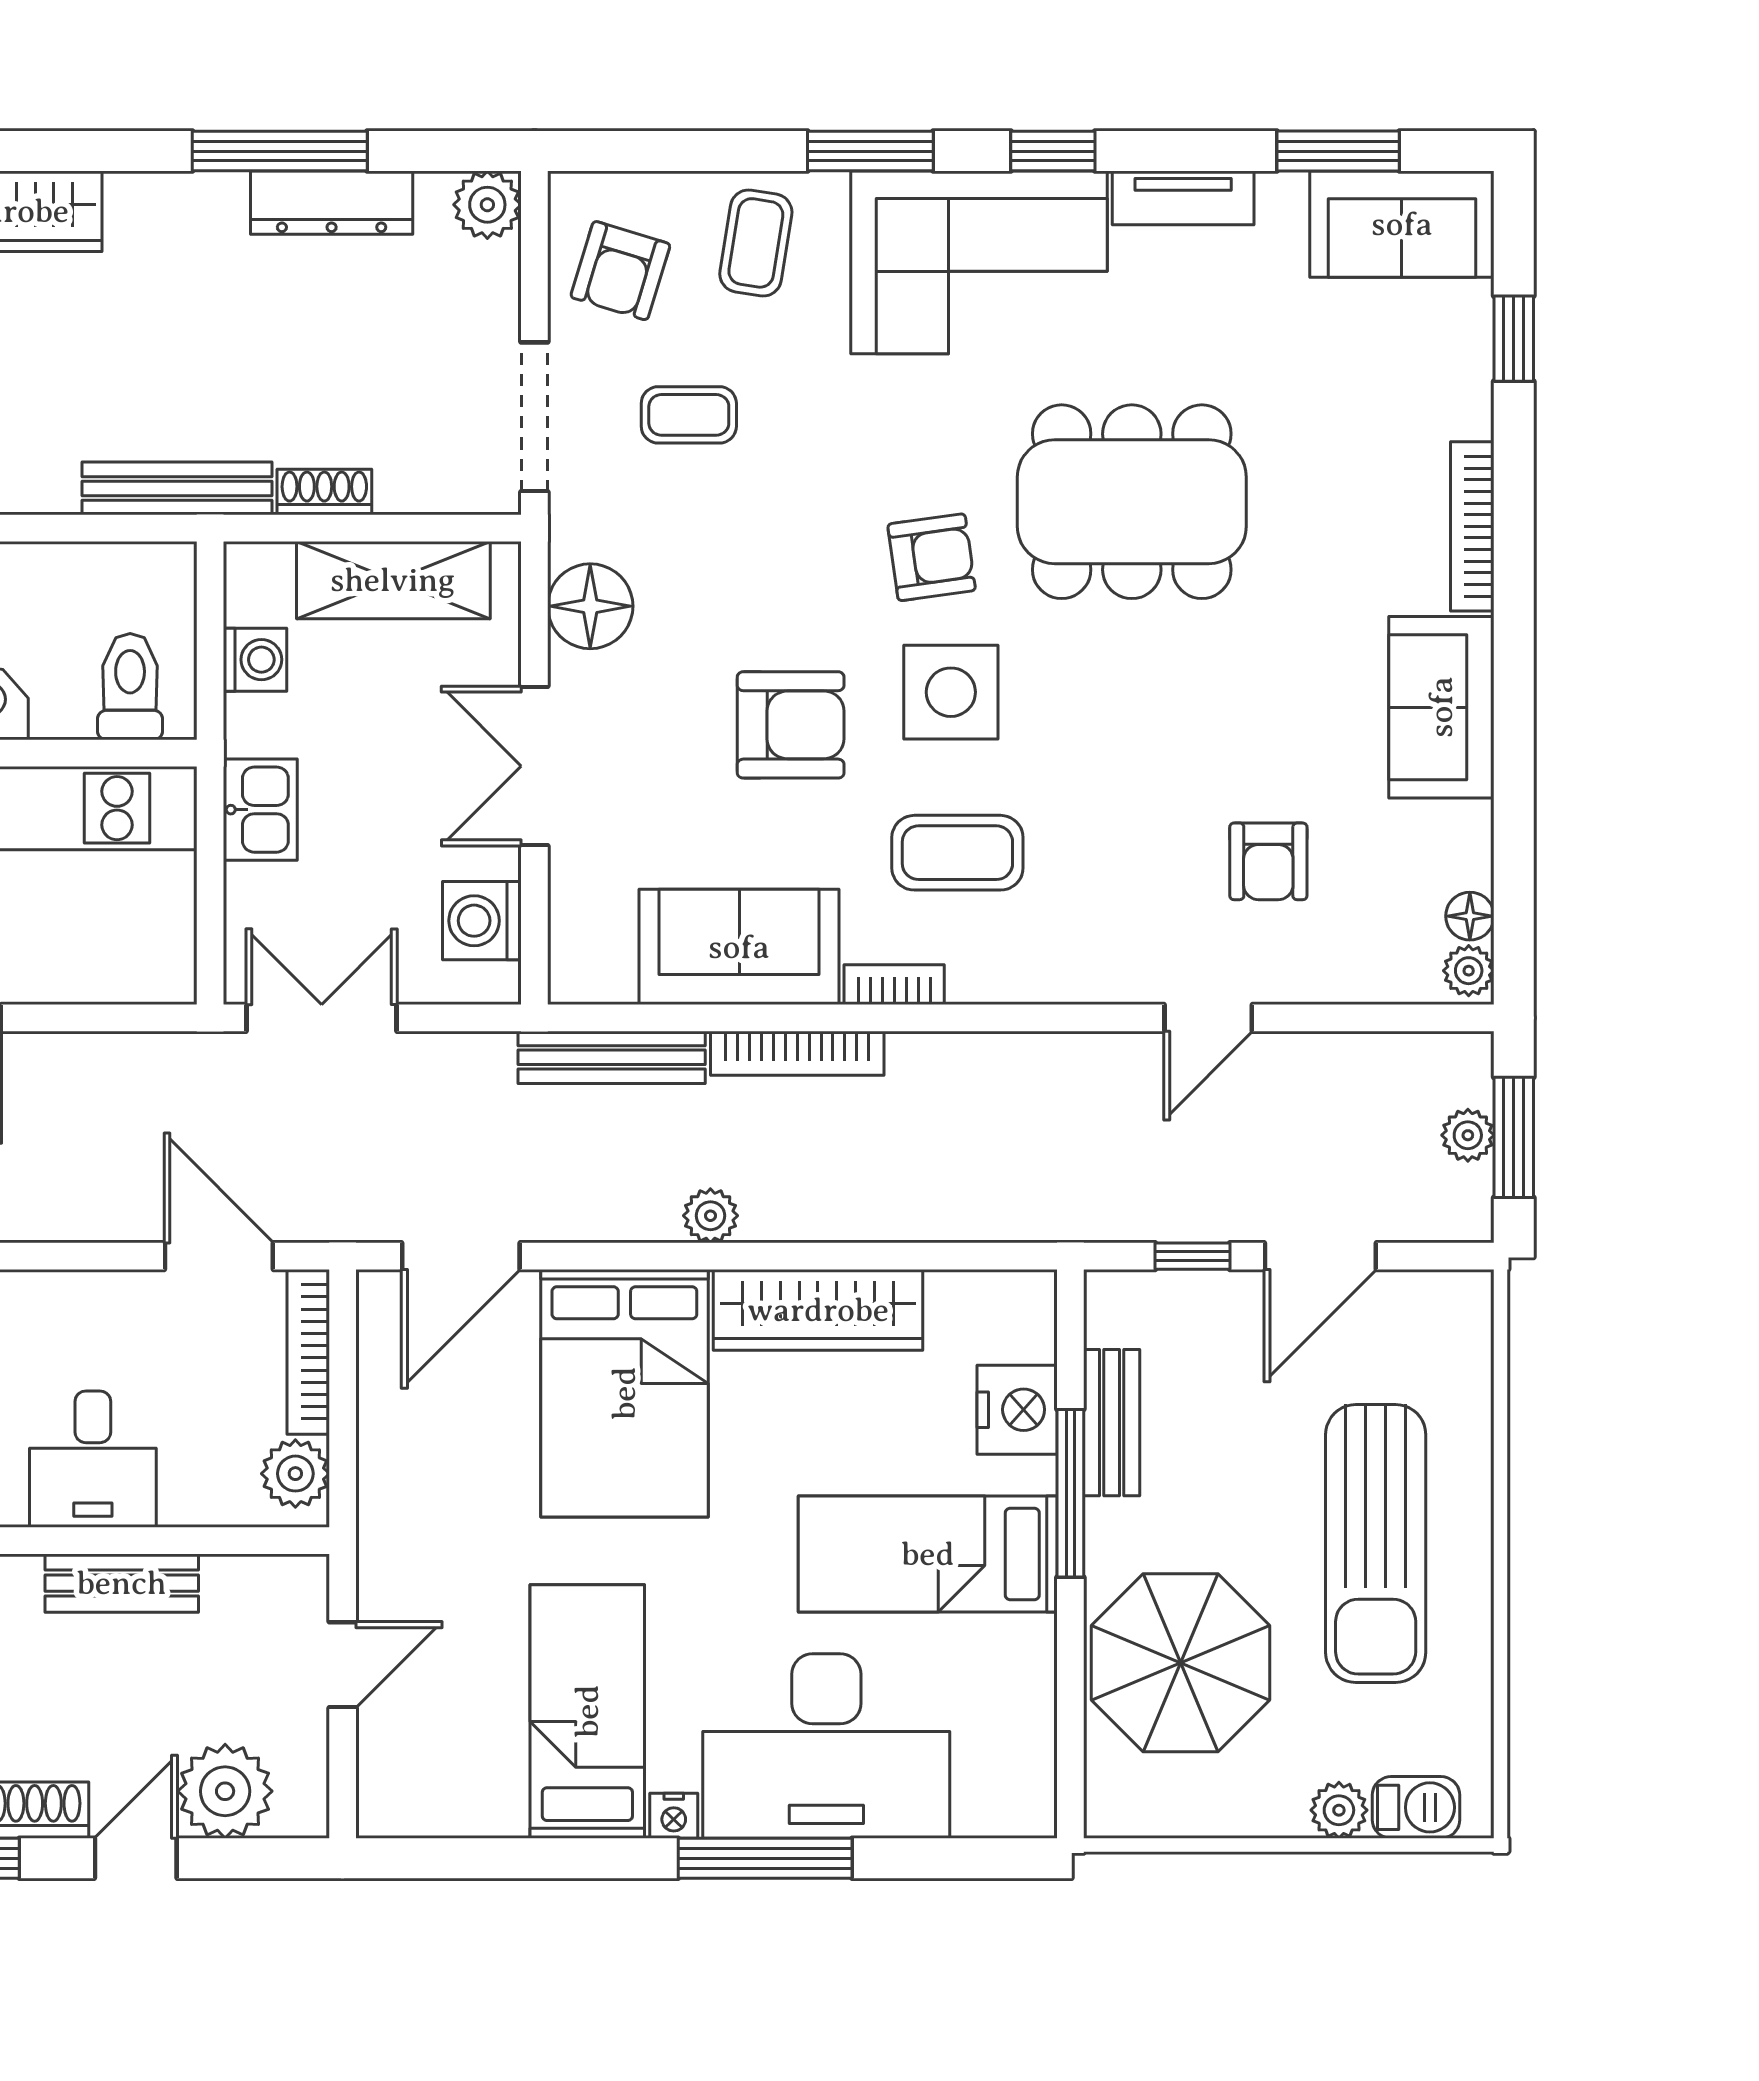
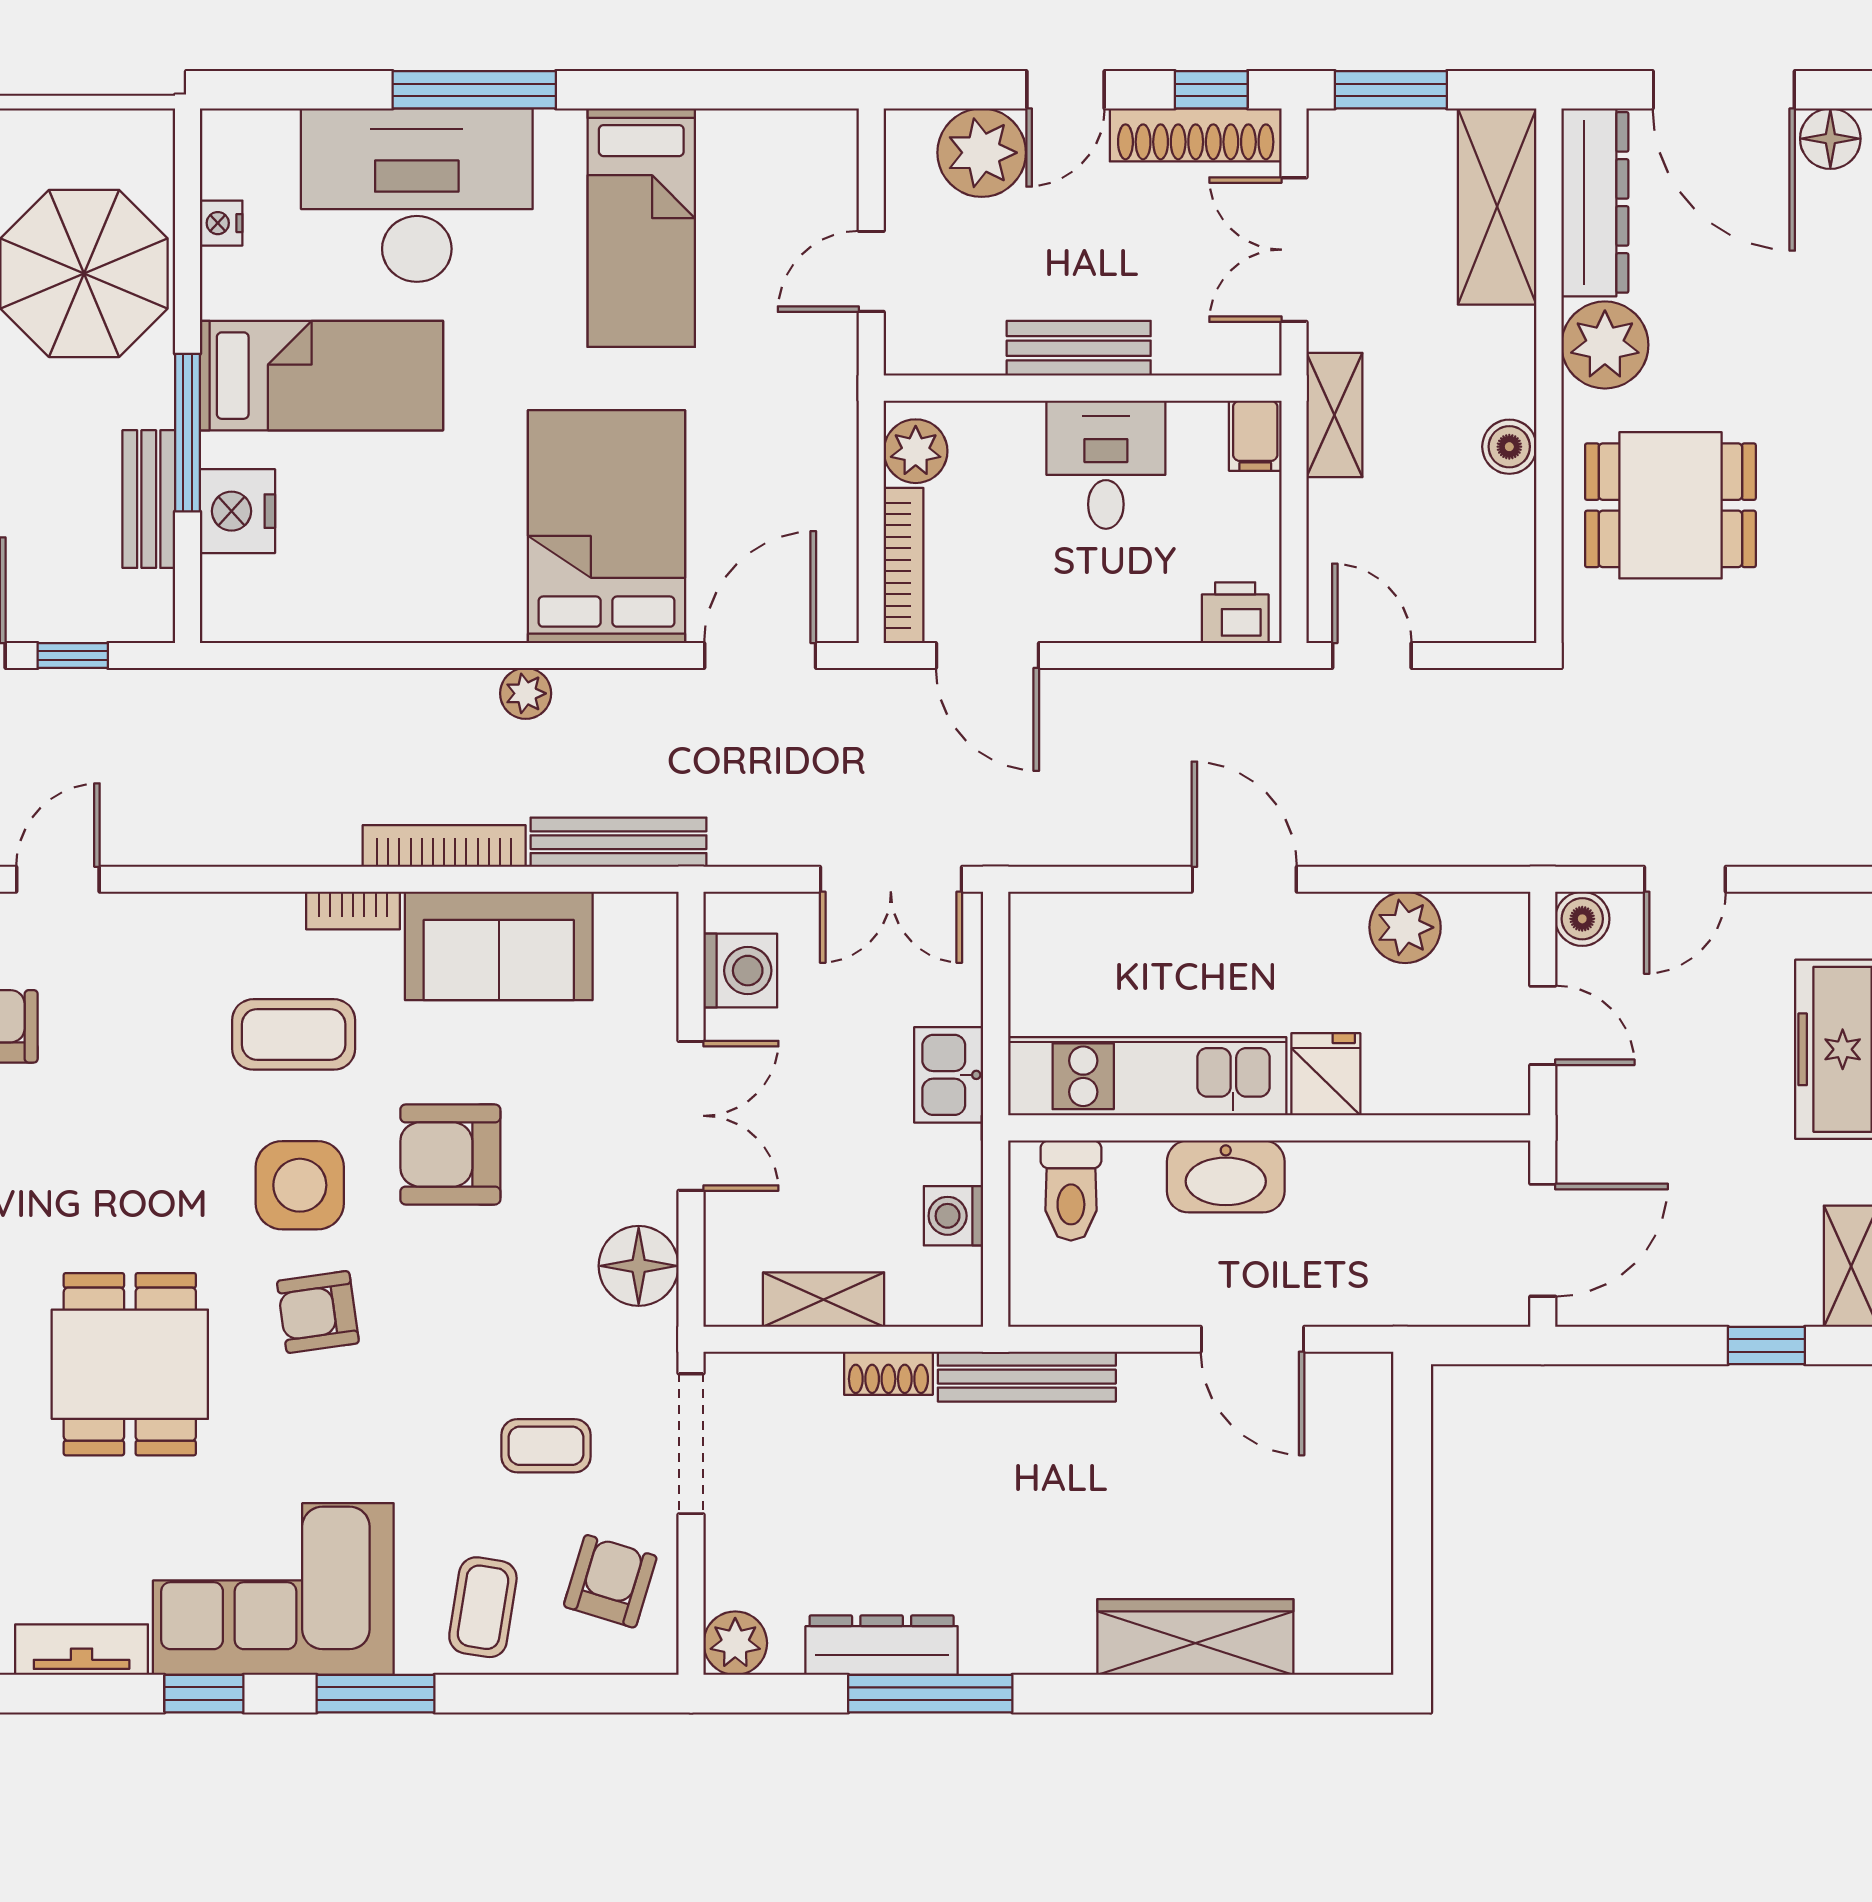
dining table: (1132, 502) -> (130, 1364), width x0.73
shelving: (393, 580) -> (824, 1300), width x0.67, depth x0.75
wardrobe: (818, 1310) -> (425, 605), removed
nightstand: (674, 1816) -> (221, 223), moved, turned -90

